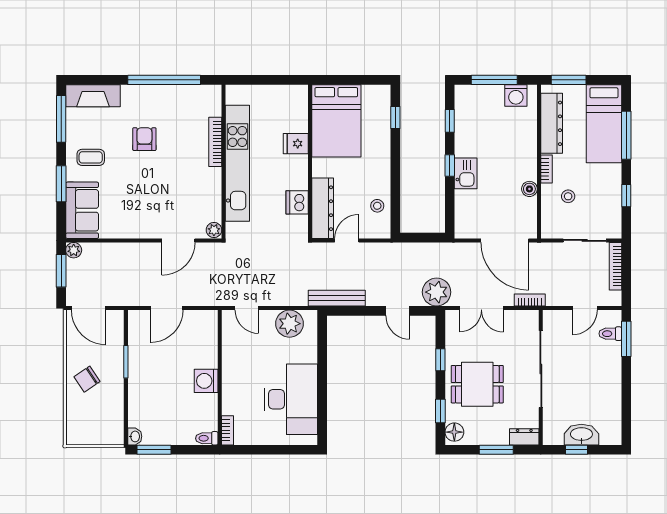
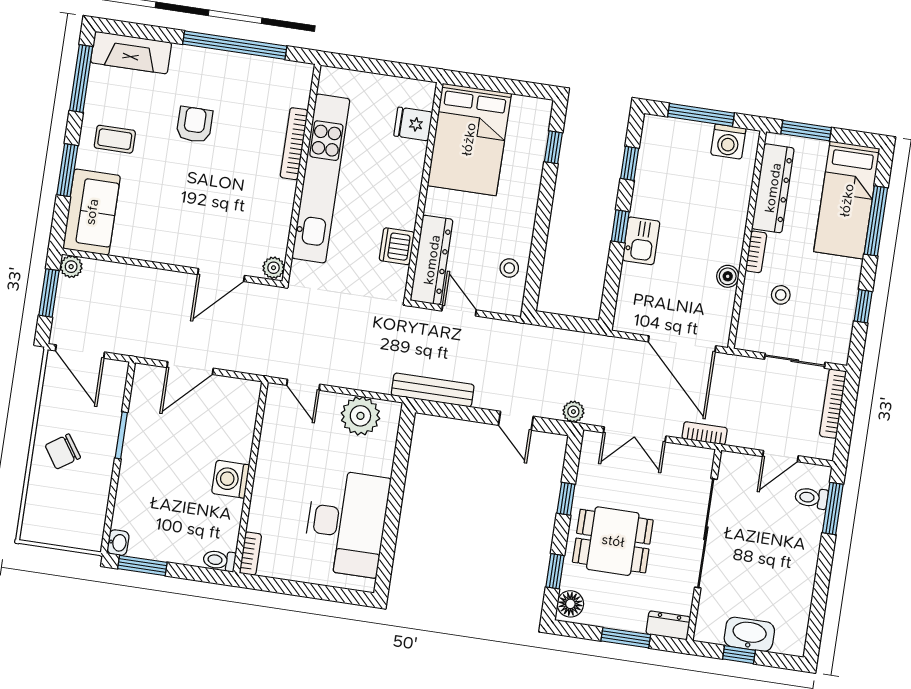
fridge: (296, 144) -> (413, 124), moved
door: (347, 240) -> (459, 310), hinge flipped
plant: (437, 292) -> (573, 412), width x0.53, depth x0.53

